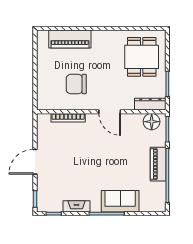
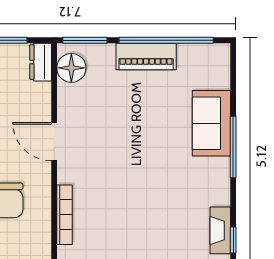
dresser: (150, 104) -> (41, 62), width x0.70
door: (110, 112) -> (54, 142), swing flipped
fireplace: (76, 206) -> (220, 230), moved

